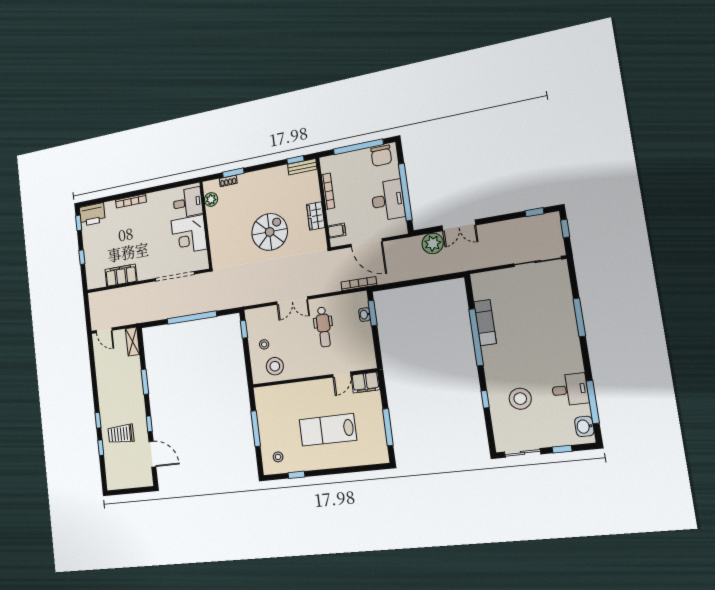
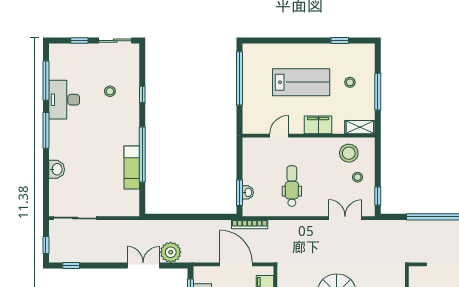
double door: (292, 300) -> (345, 218), moved
window: (579, 317) -> (46, 130), moved
filing cabinet: (365, 382) -> (318, 125), moved
desk: (570, 390) -> (64, 100), width x1.37
shelving: (268, 392) -> (360, 127), added
stool: (520, 399) -> (110, 91), width x0.53, depth x0.53
washbasin: (584, 426) -> (57, 169), moved
window: (388, 427) -> (240, 78), width x1.46
stool: (278, 457) -> (350, 82), moved

